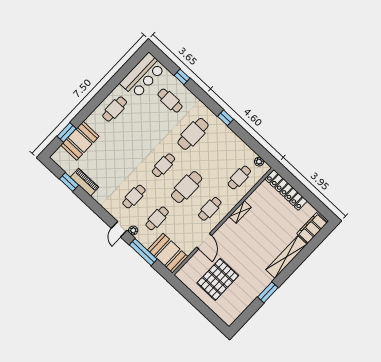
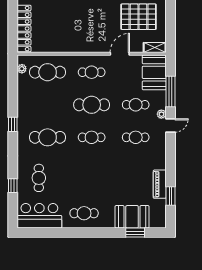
cafe table: (239, 178) -> (48, 72), width x1.37, depth x1.35
shelving: (240, 212) -> (155, 47), moved

